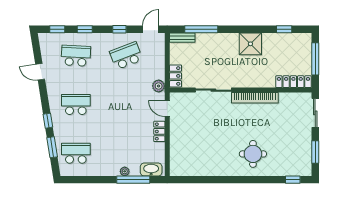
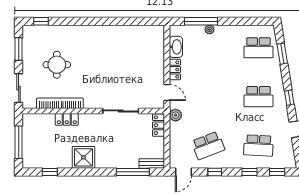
locker: (293, 82) -> (67, 119), moved, width x0.66
bookcase: (255, 98) -> (60, 103), moved
window: (48, 121) -> (289, 98), moved
round table: (253, 154) -> (57, 65), moved
washbasin: (151, 169) -> (176, 47), moved, turned -90

